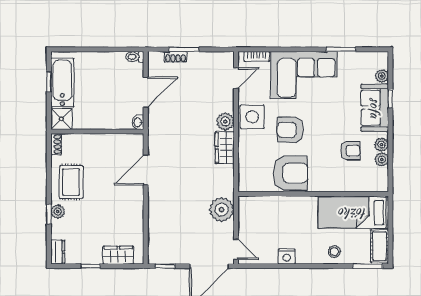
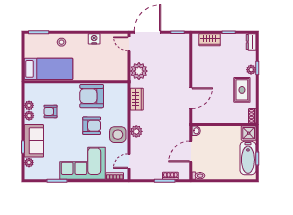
wardrobe: (225, 148) -> (137, 99), moved
cot: (380, 246) -> (31, 46), removed

